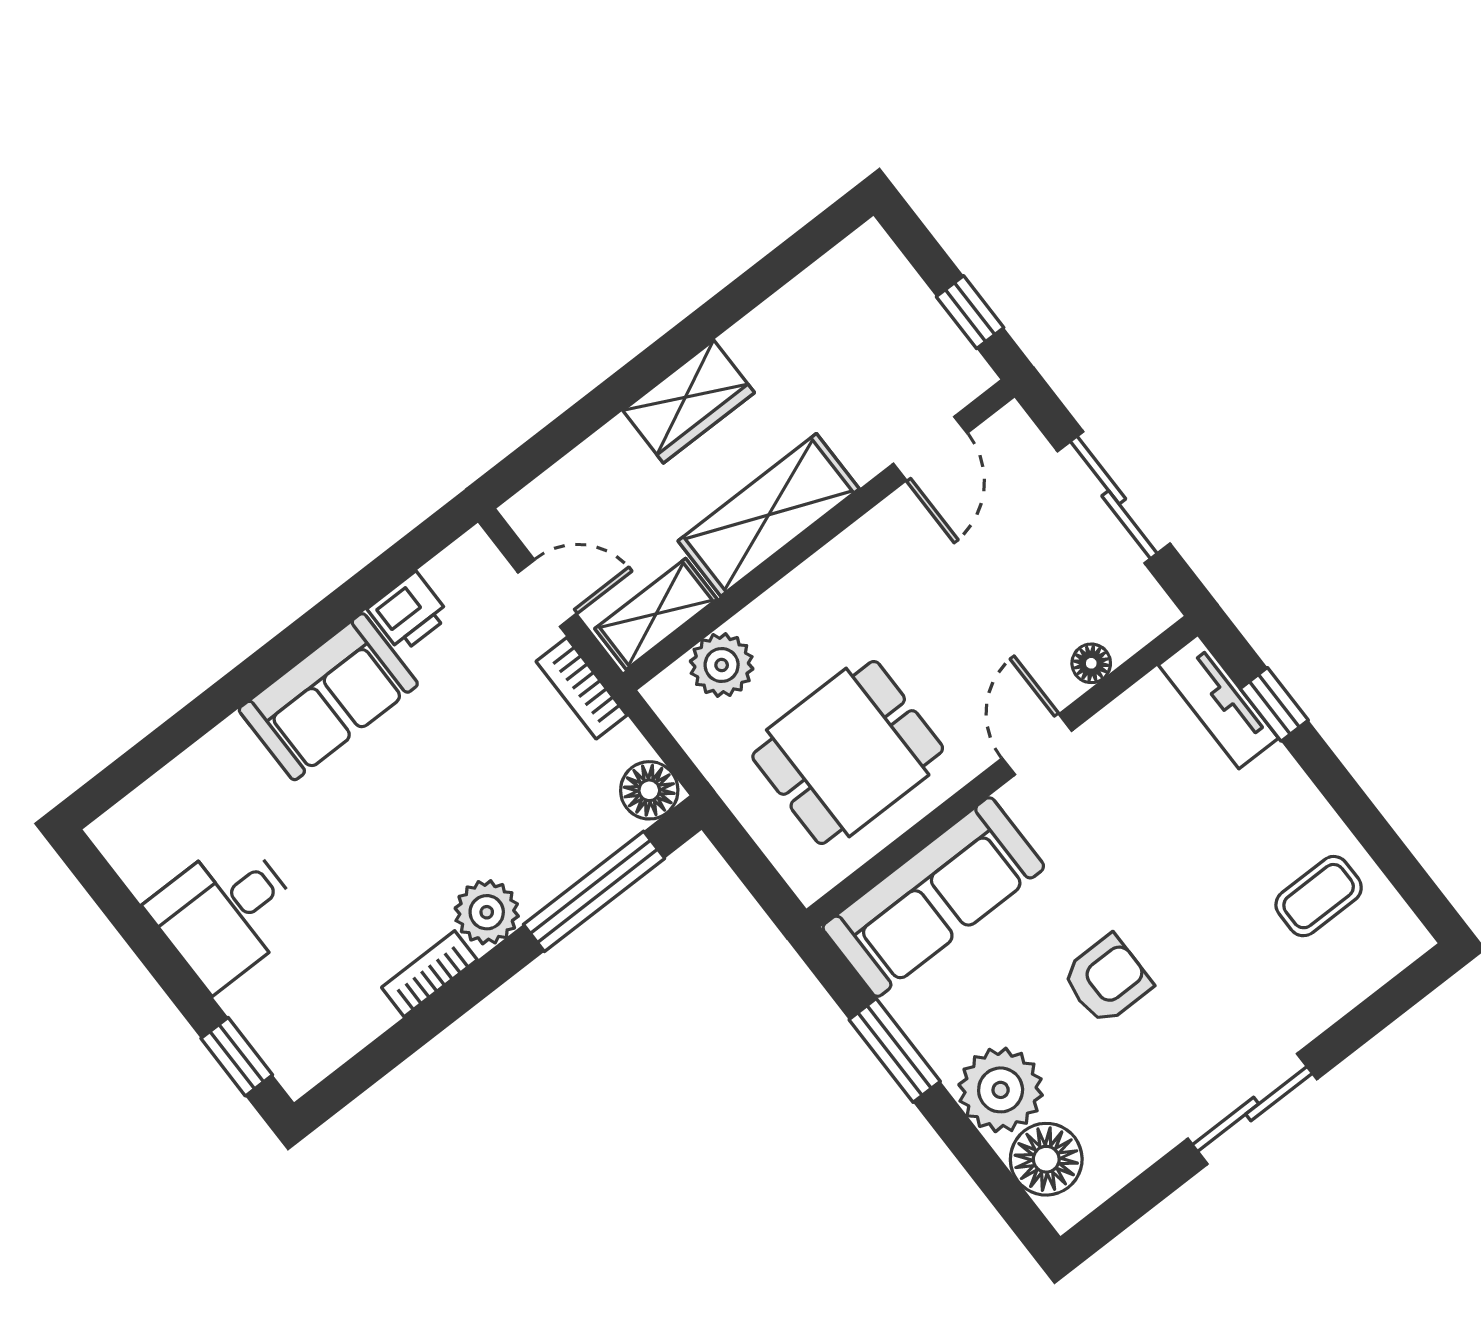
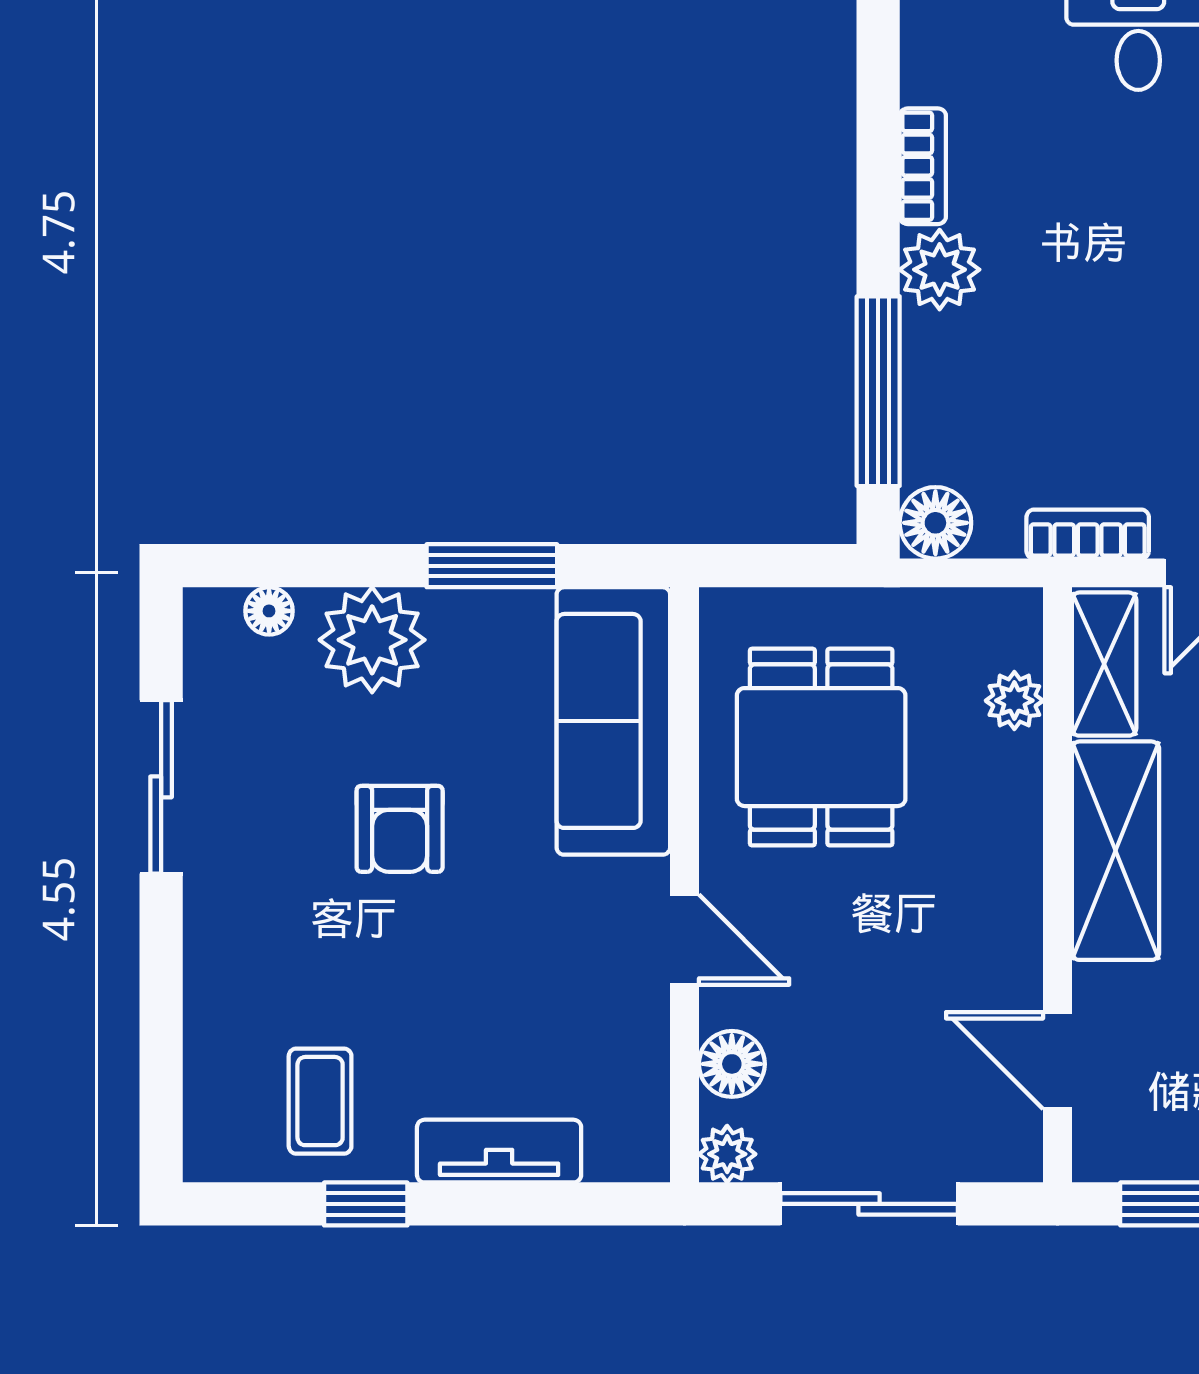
plant: (1152, 612) -> (727, 1154), added
floor lamp: (1091, 663) -> (732, 1064), width x1.37, depth x1.37
plant: (722, 665) -> (1014, 701), width x0.73, depth x0.73
tv unit: (1218, 702) -> (499, 1151), moved
window: (1274, 704) -> (366, 1204), moved
sliding door: (1252, 1109) -> (161, 787), moved
floor lamp: (1046, 1159) -> (269, 611), width x0.53, depth x0.53

